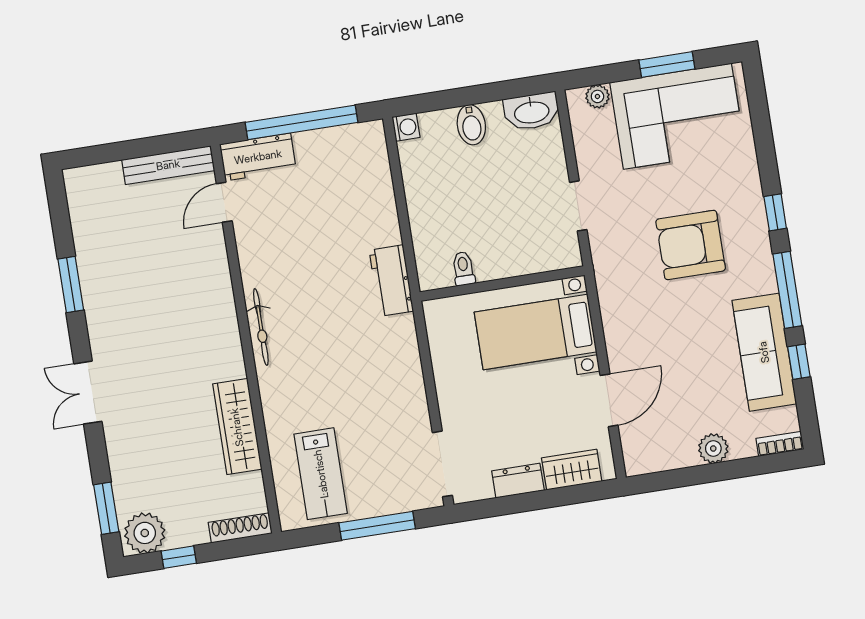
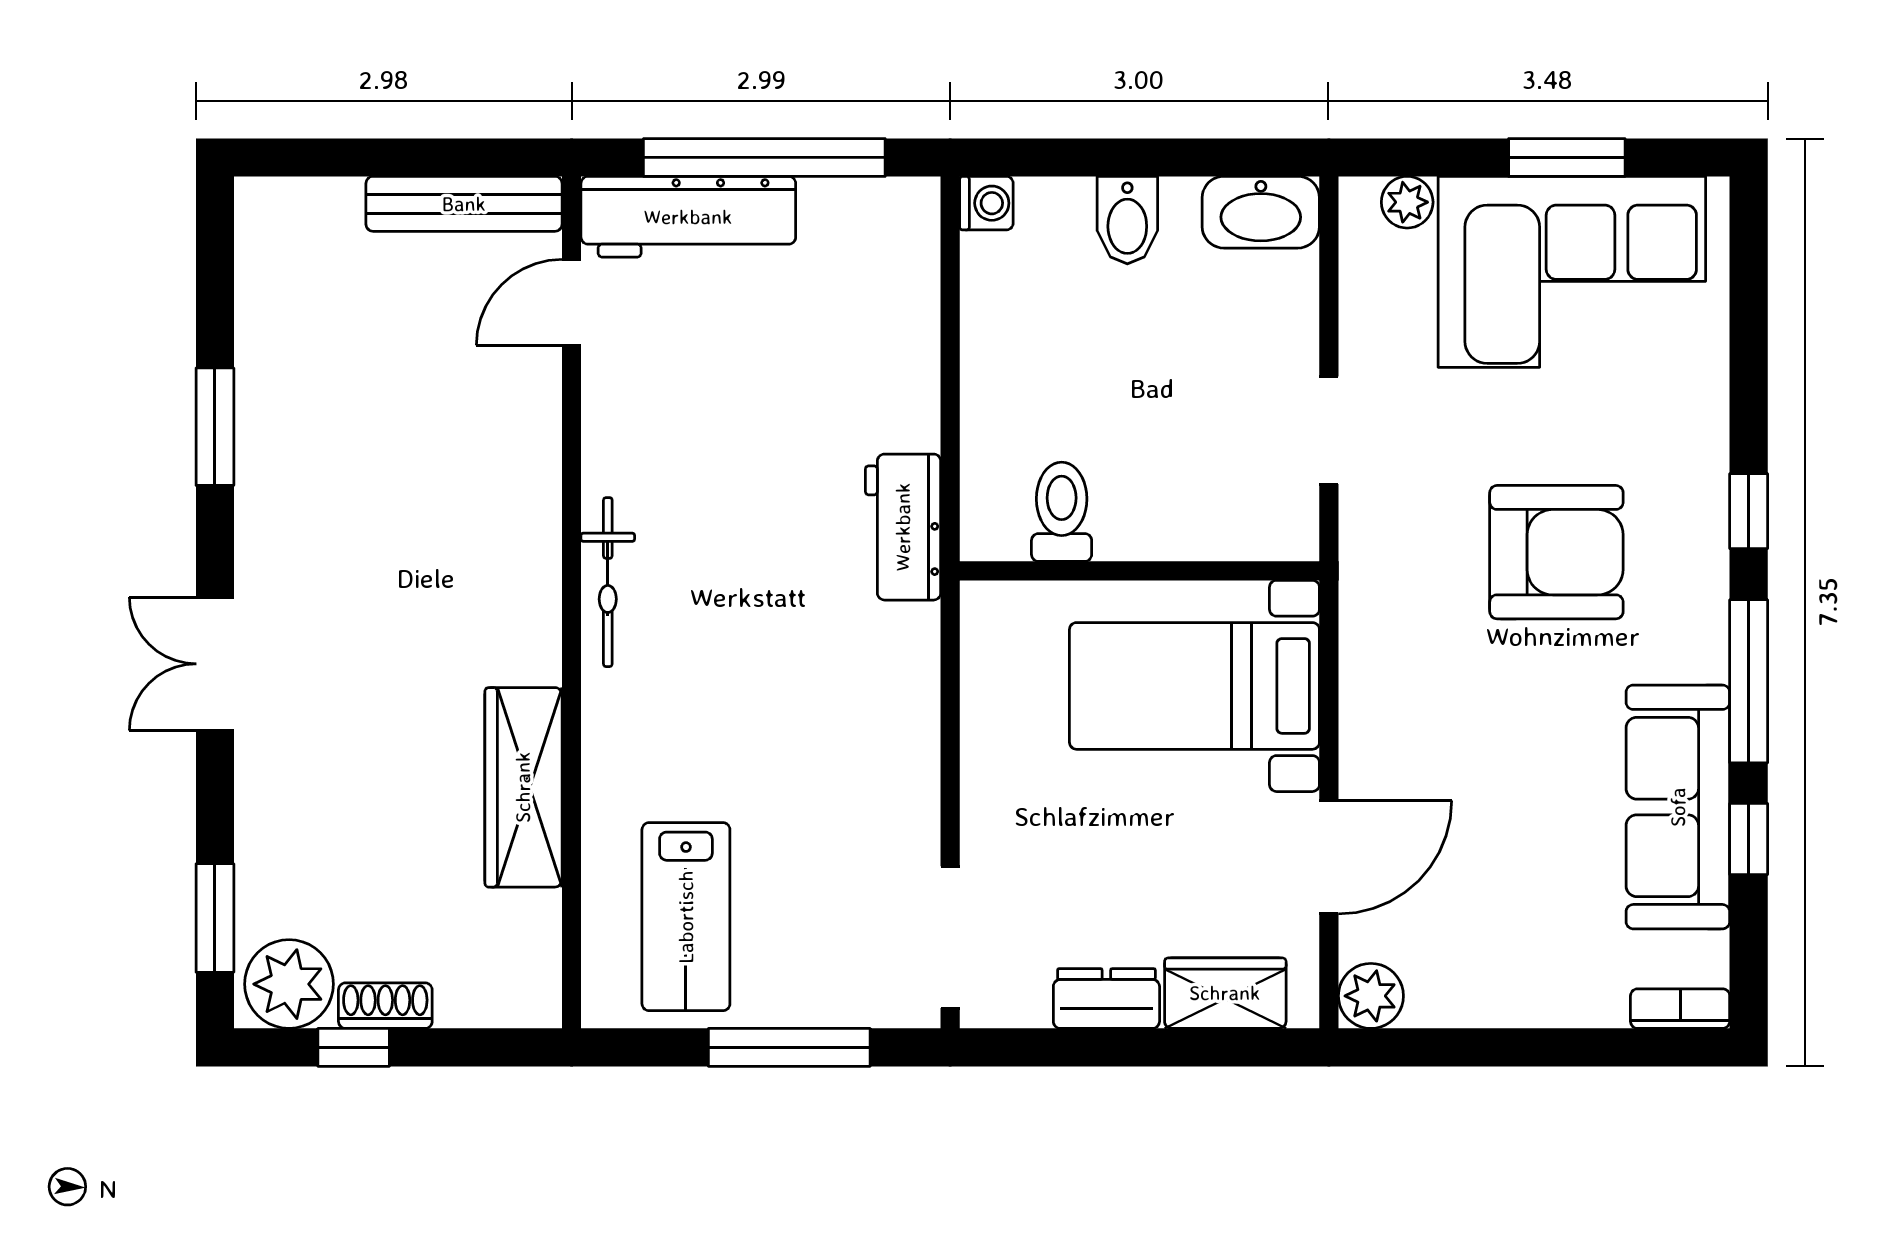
workbench: (258, 157) -> (688, 217), width x1.38
armchair: (691, 245) -> (1556, 552), turned 180
toilet: (463, 269) -> (1062, 512), width x1.37, depth x1.39
plant: (713, 448) -> (1371, 996), moved
shoe rack: (240, 528) -> (385, 1006), moved, width x0.70

